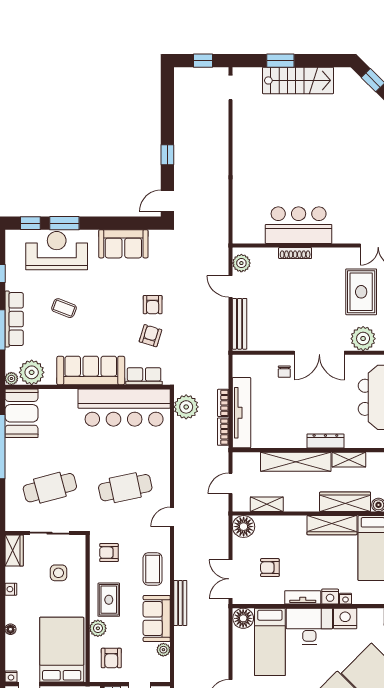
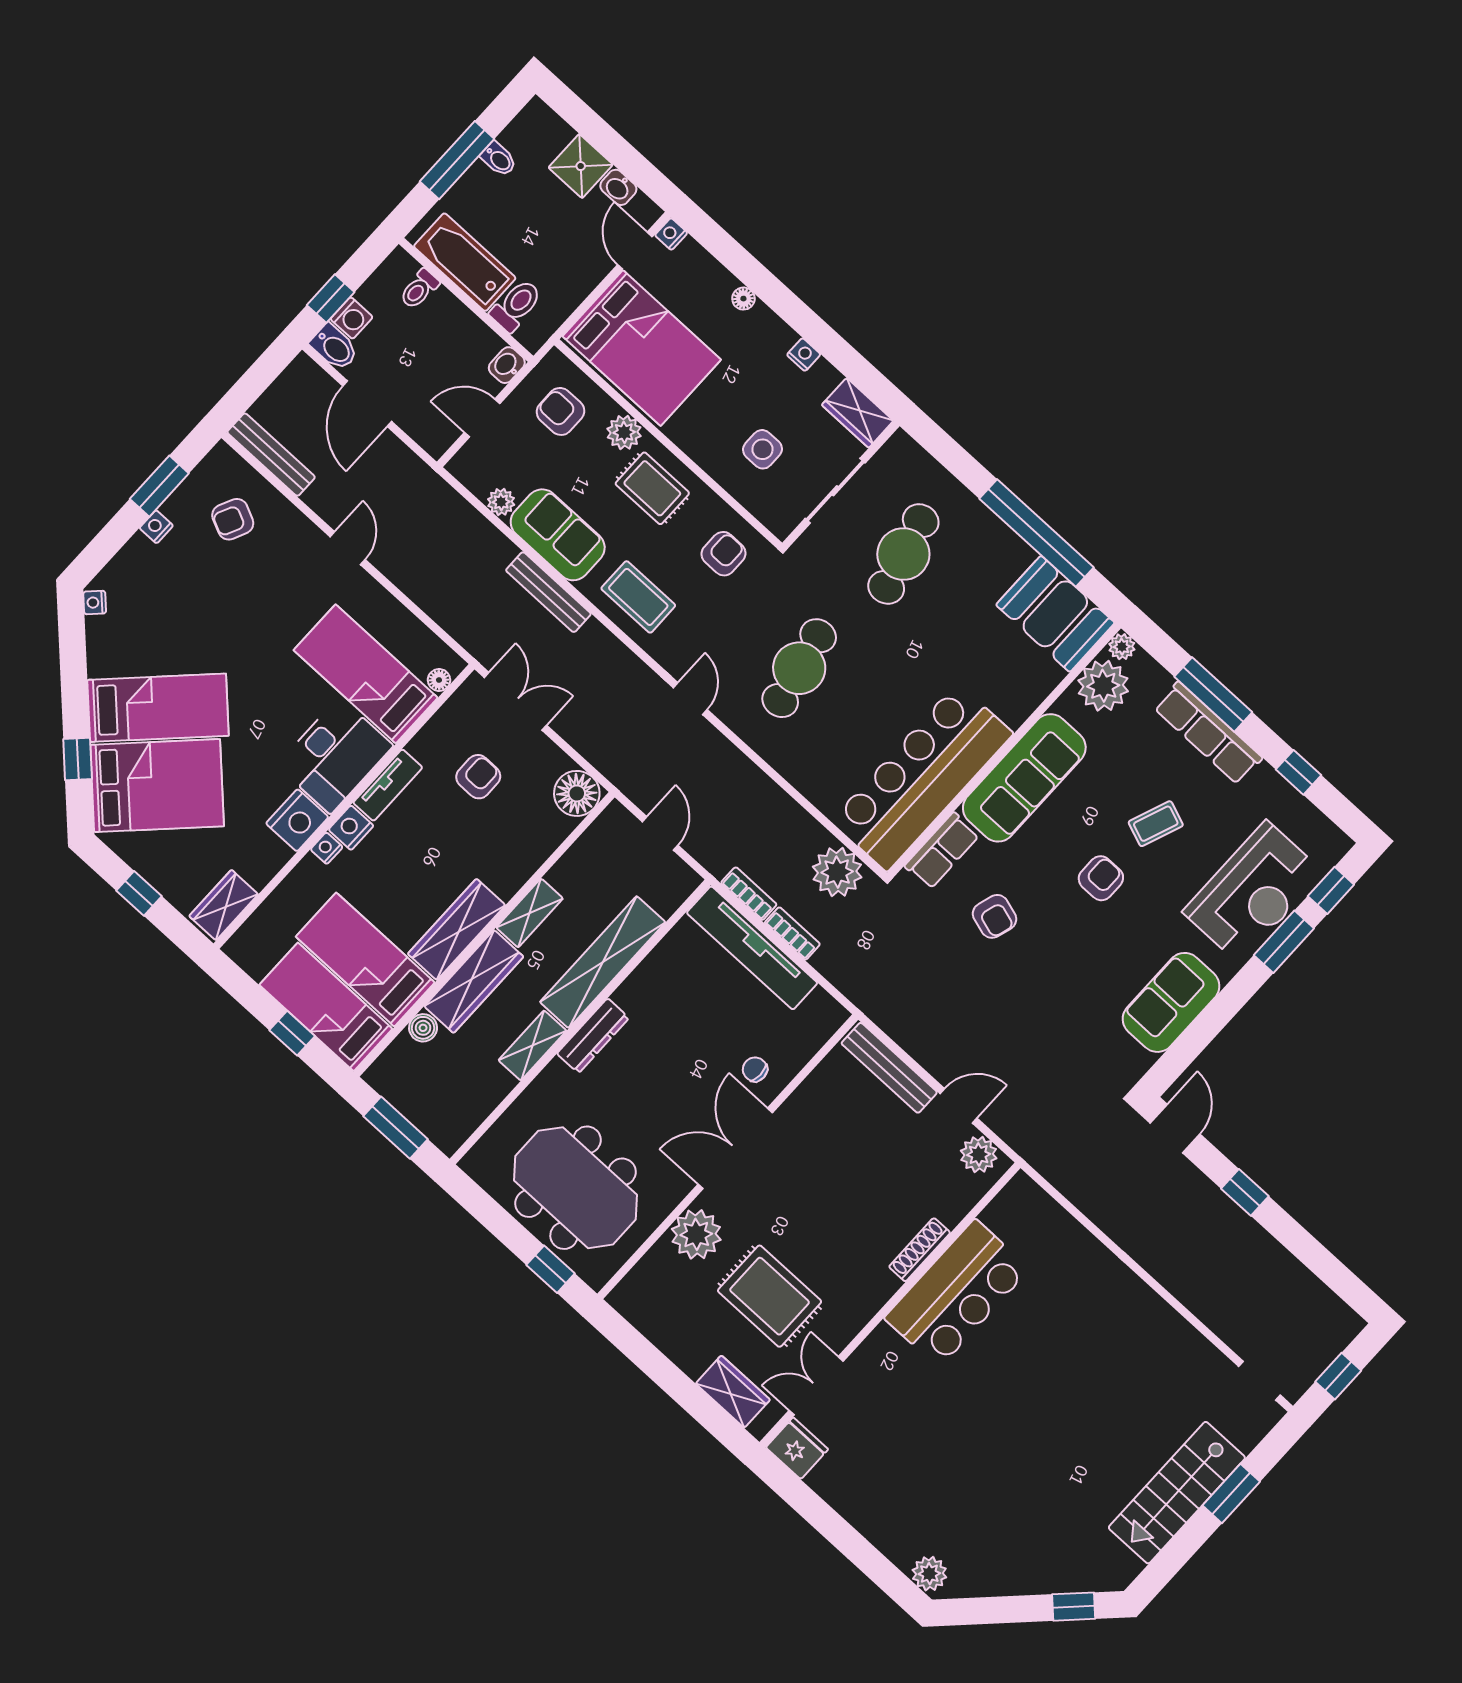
armchair: (153, 305) -> (1101, 878), moved, turned 90
shelving: (267, 504) -> (530, 913), moved
floor lamp: (243, 618) -> (439, 680), width x0.53, depth x0.53

